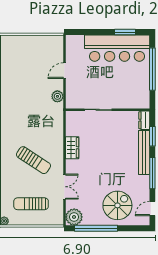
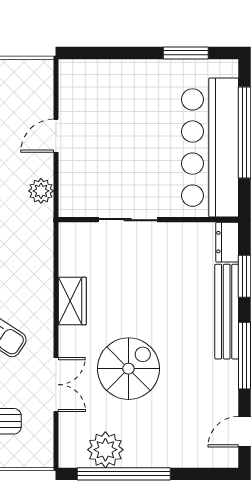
bar counter: (117, 48) -> (210, 148), moved, turned 90
spiral stairs: (117, 205) -> (128, 369), moved
plant: (74, 217) -> (105, 450), moved

